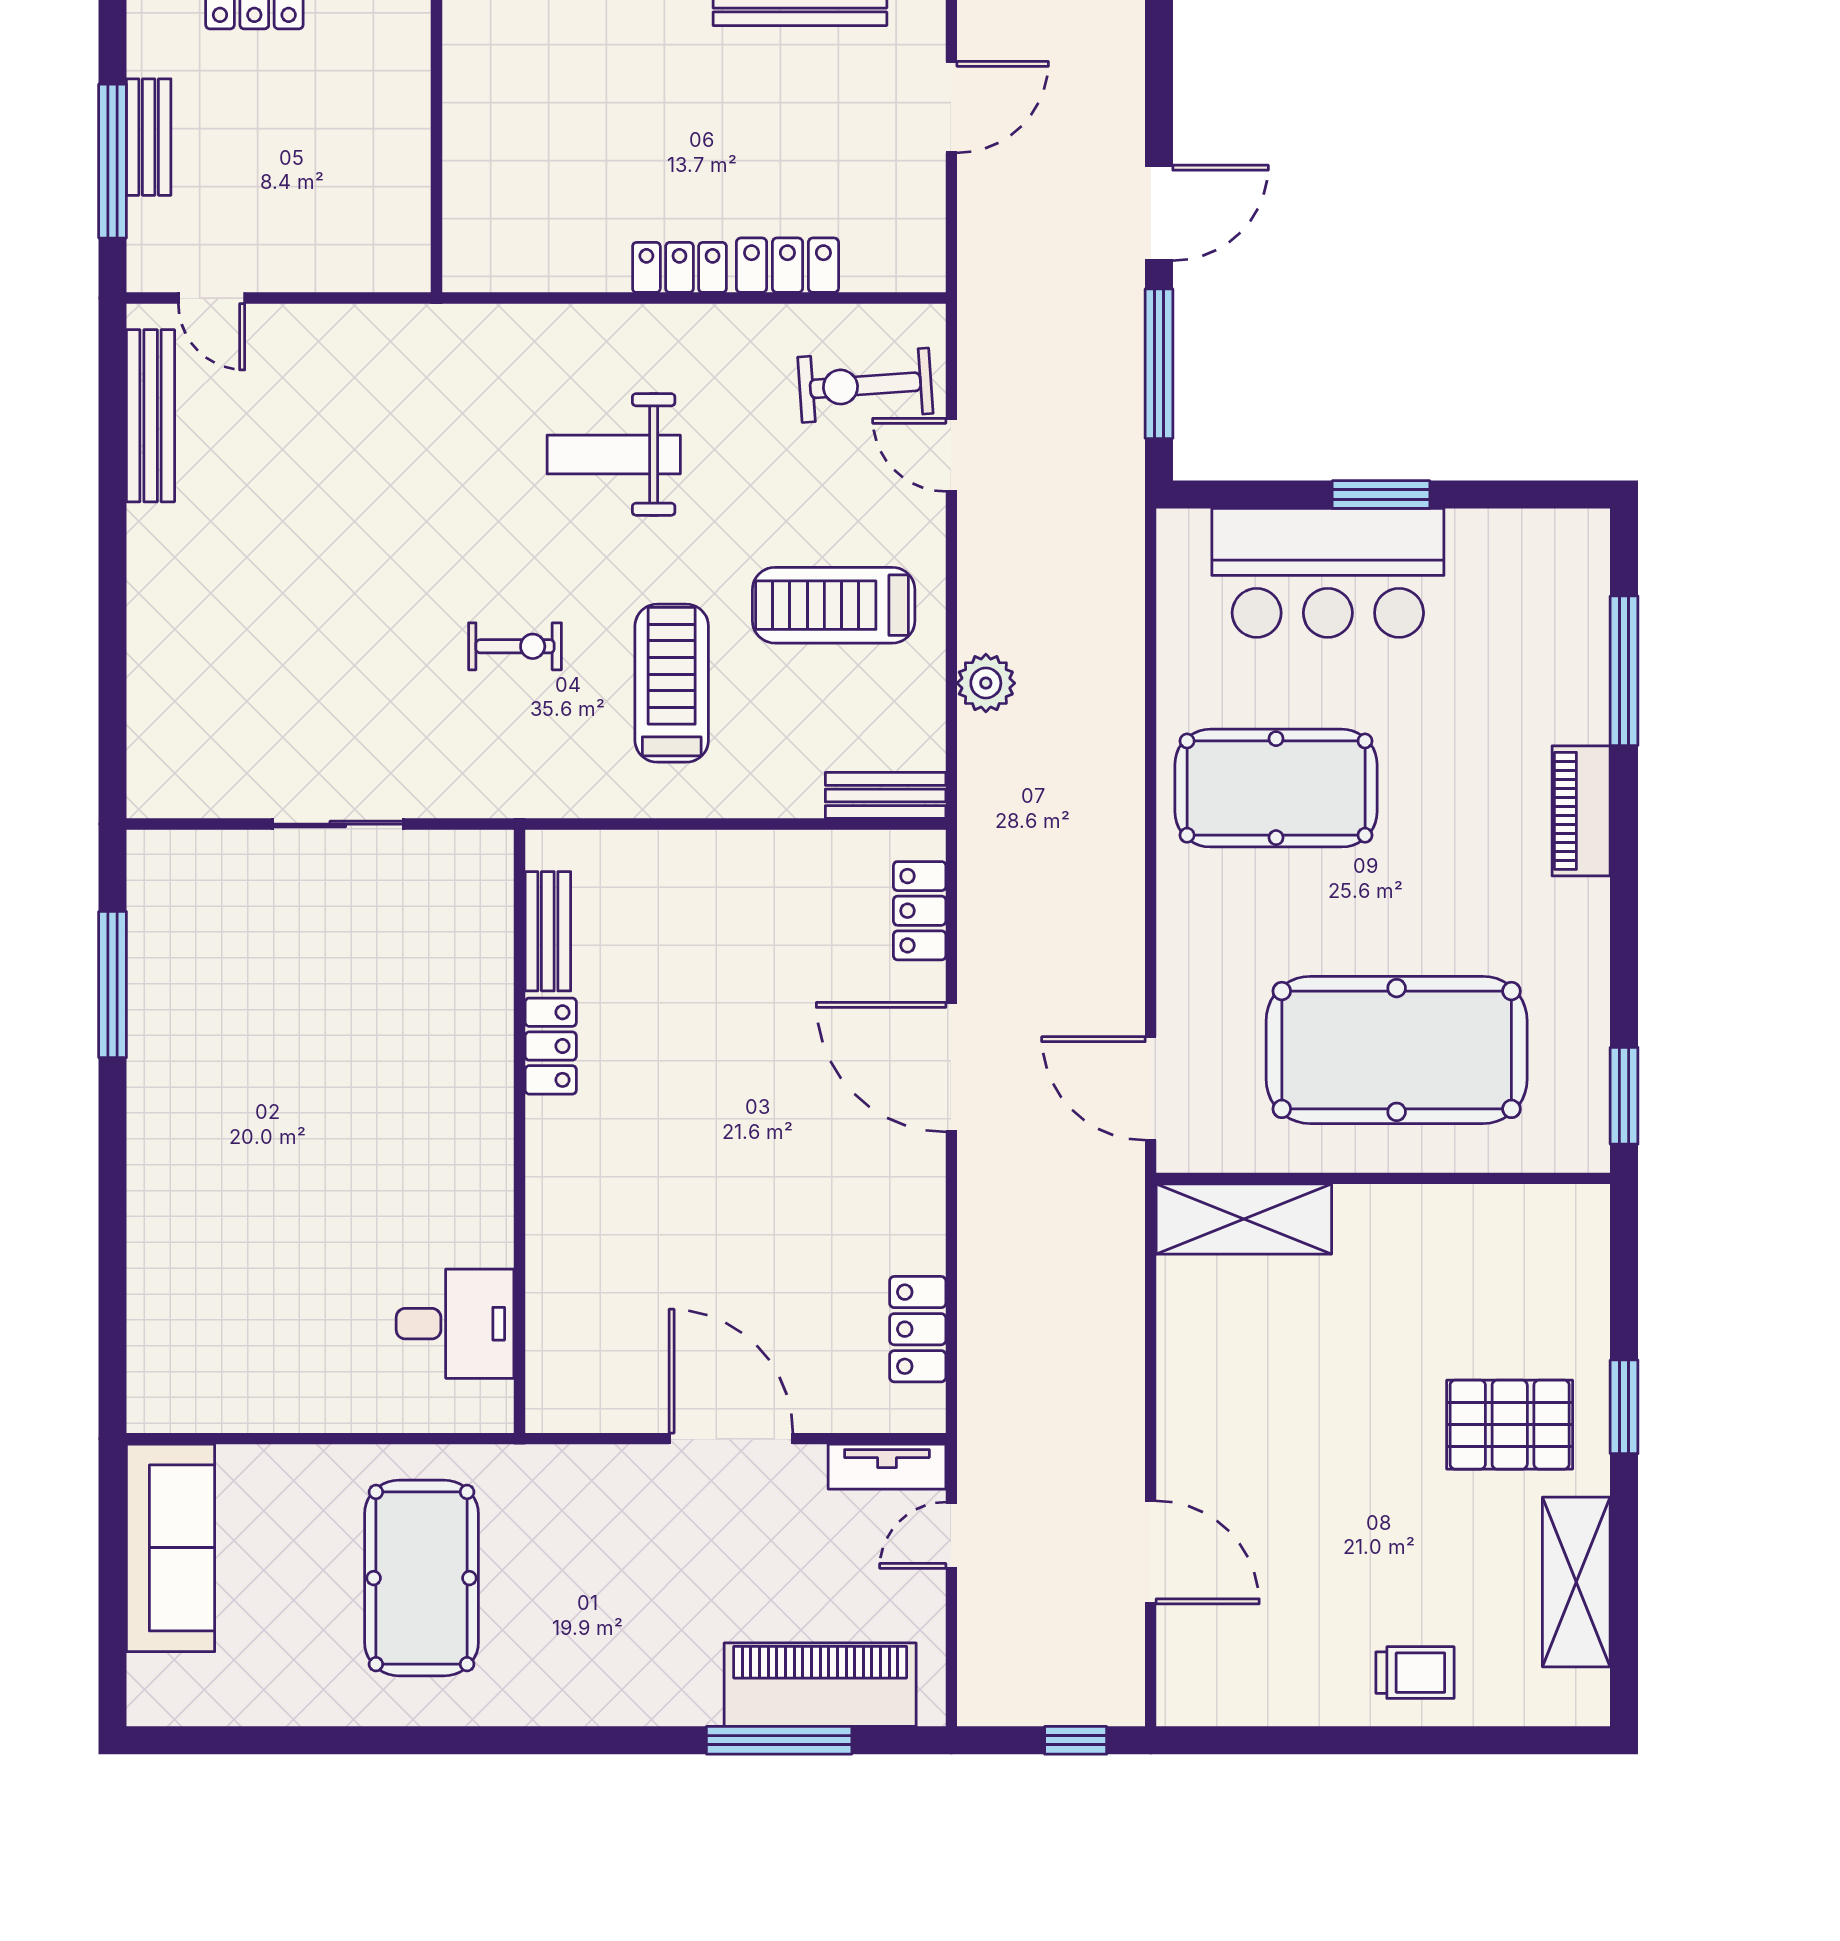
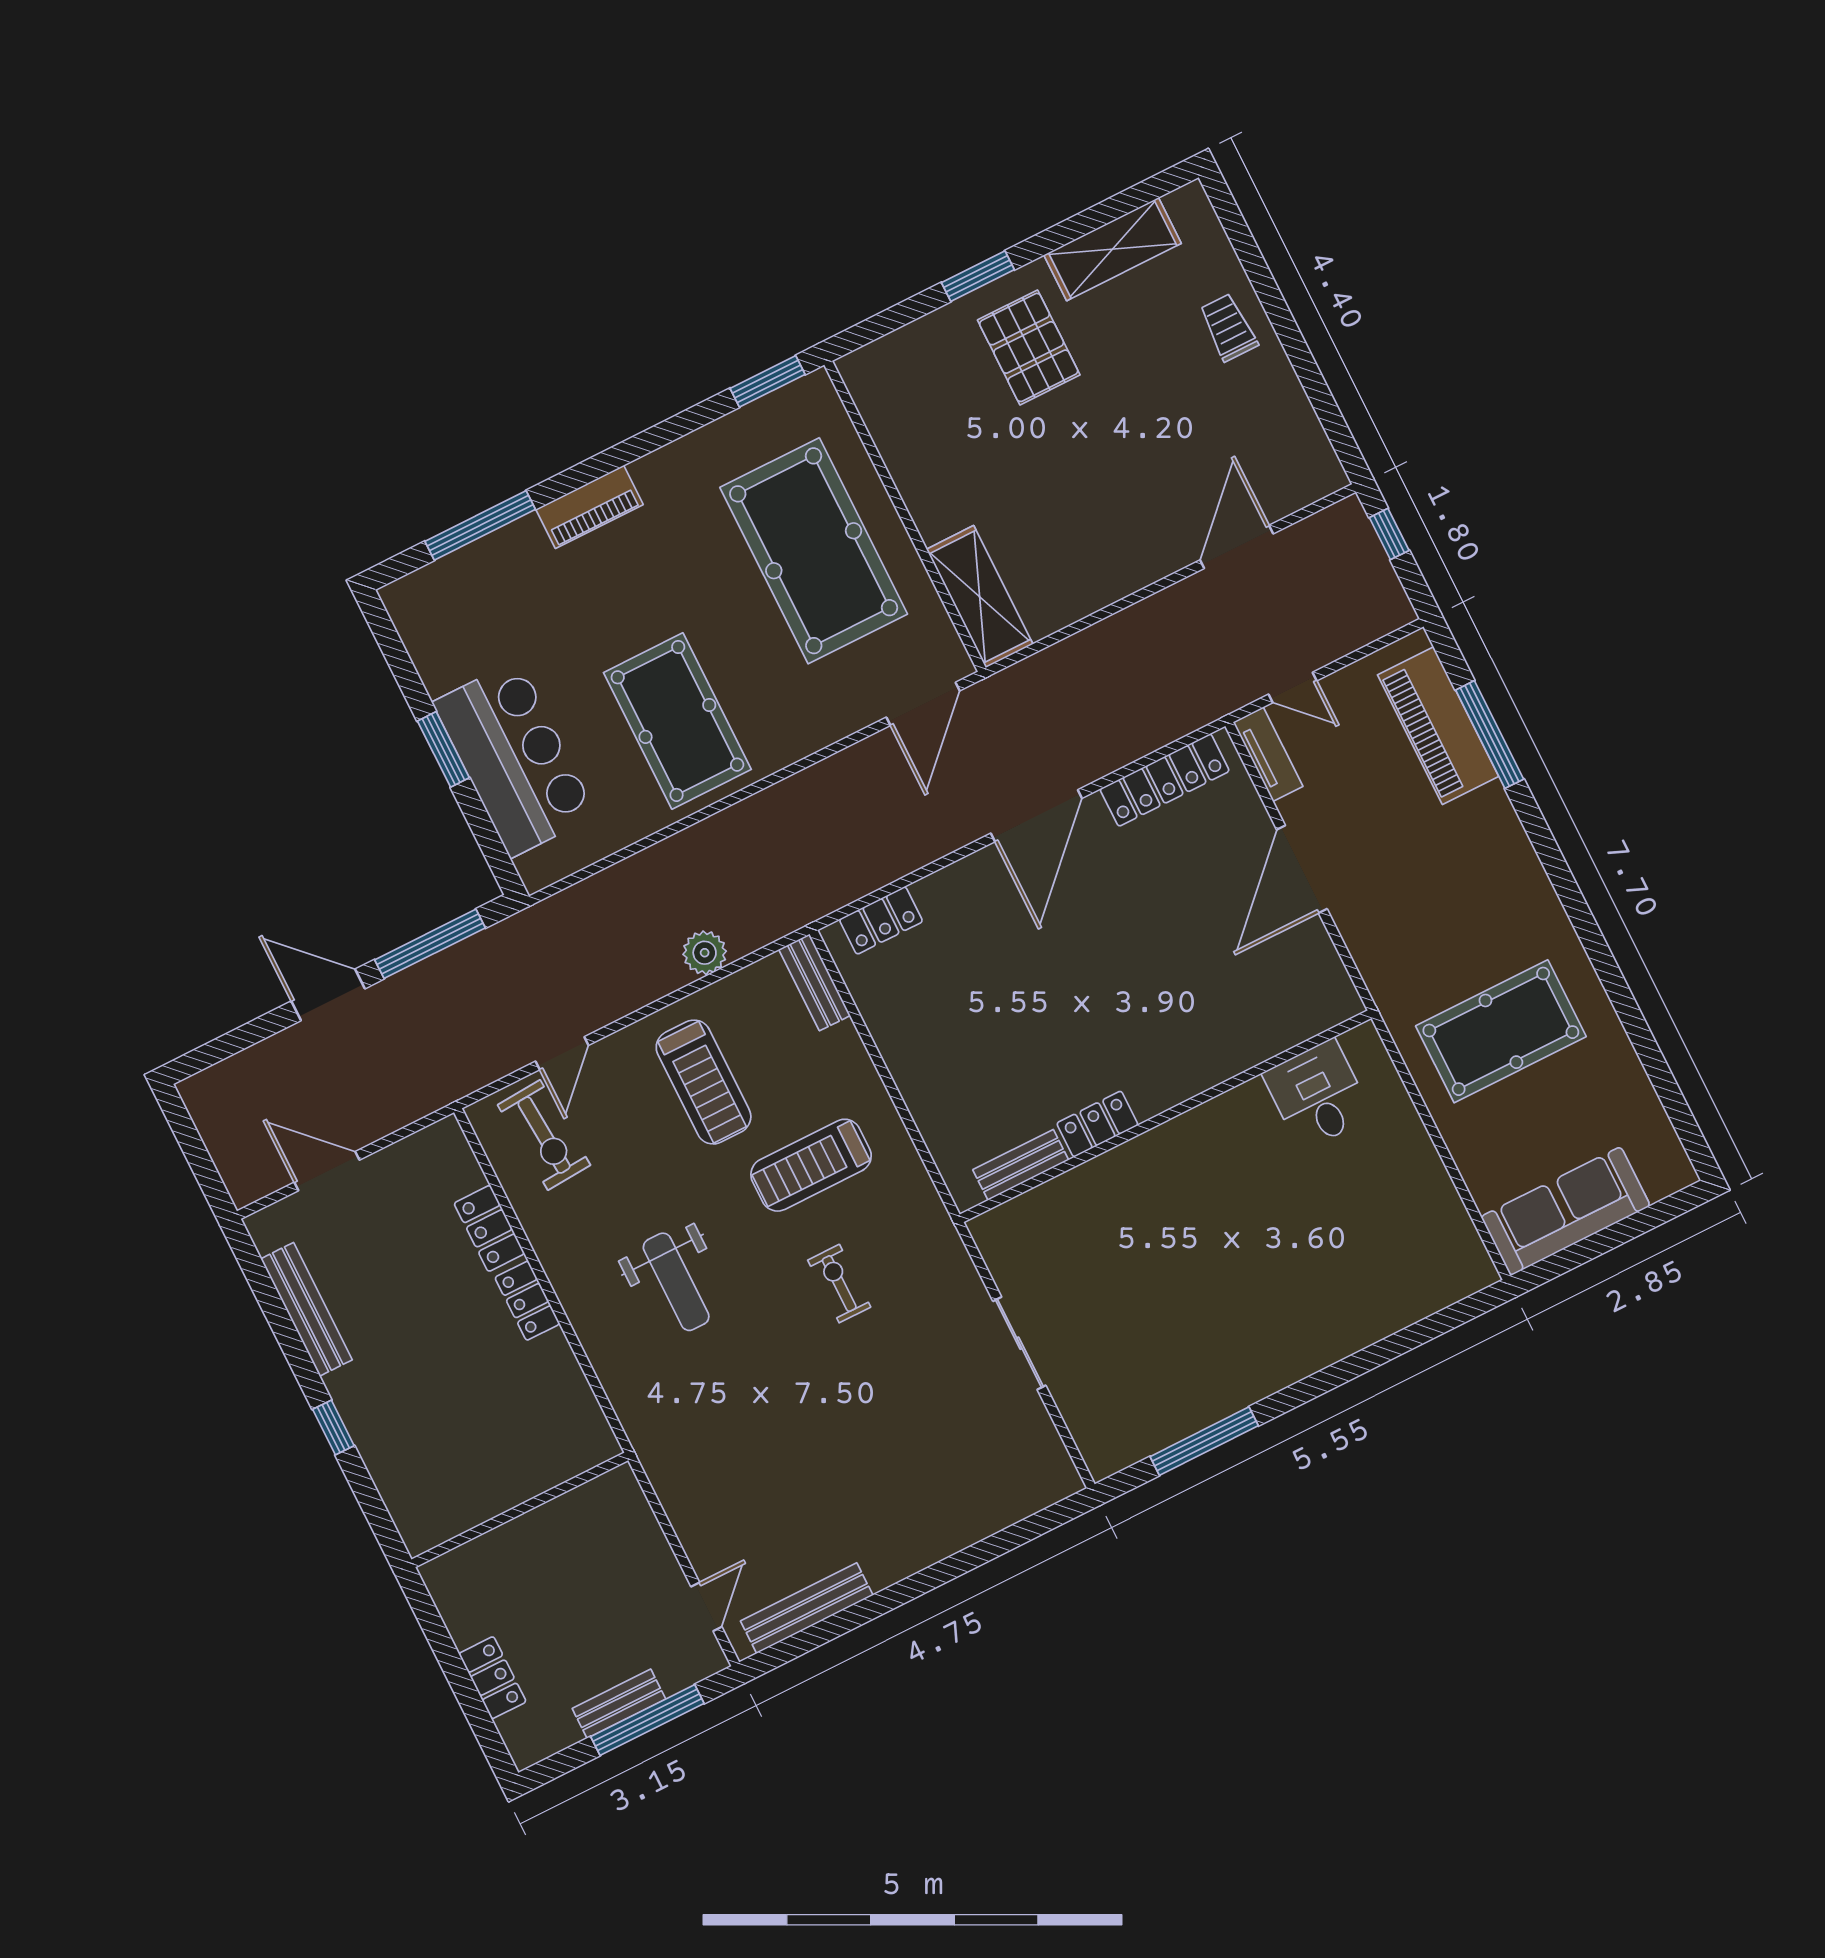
door: (951, 1067) -> (1036, 816), moved
locker: (918, 1329) -> (1165, 780), width x1.53

